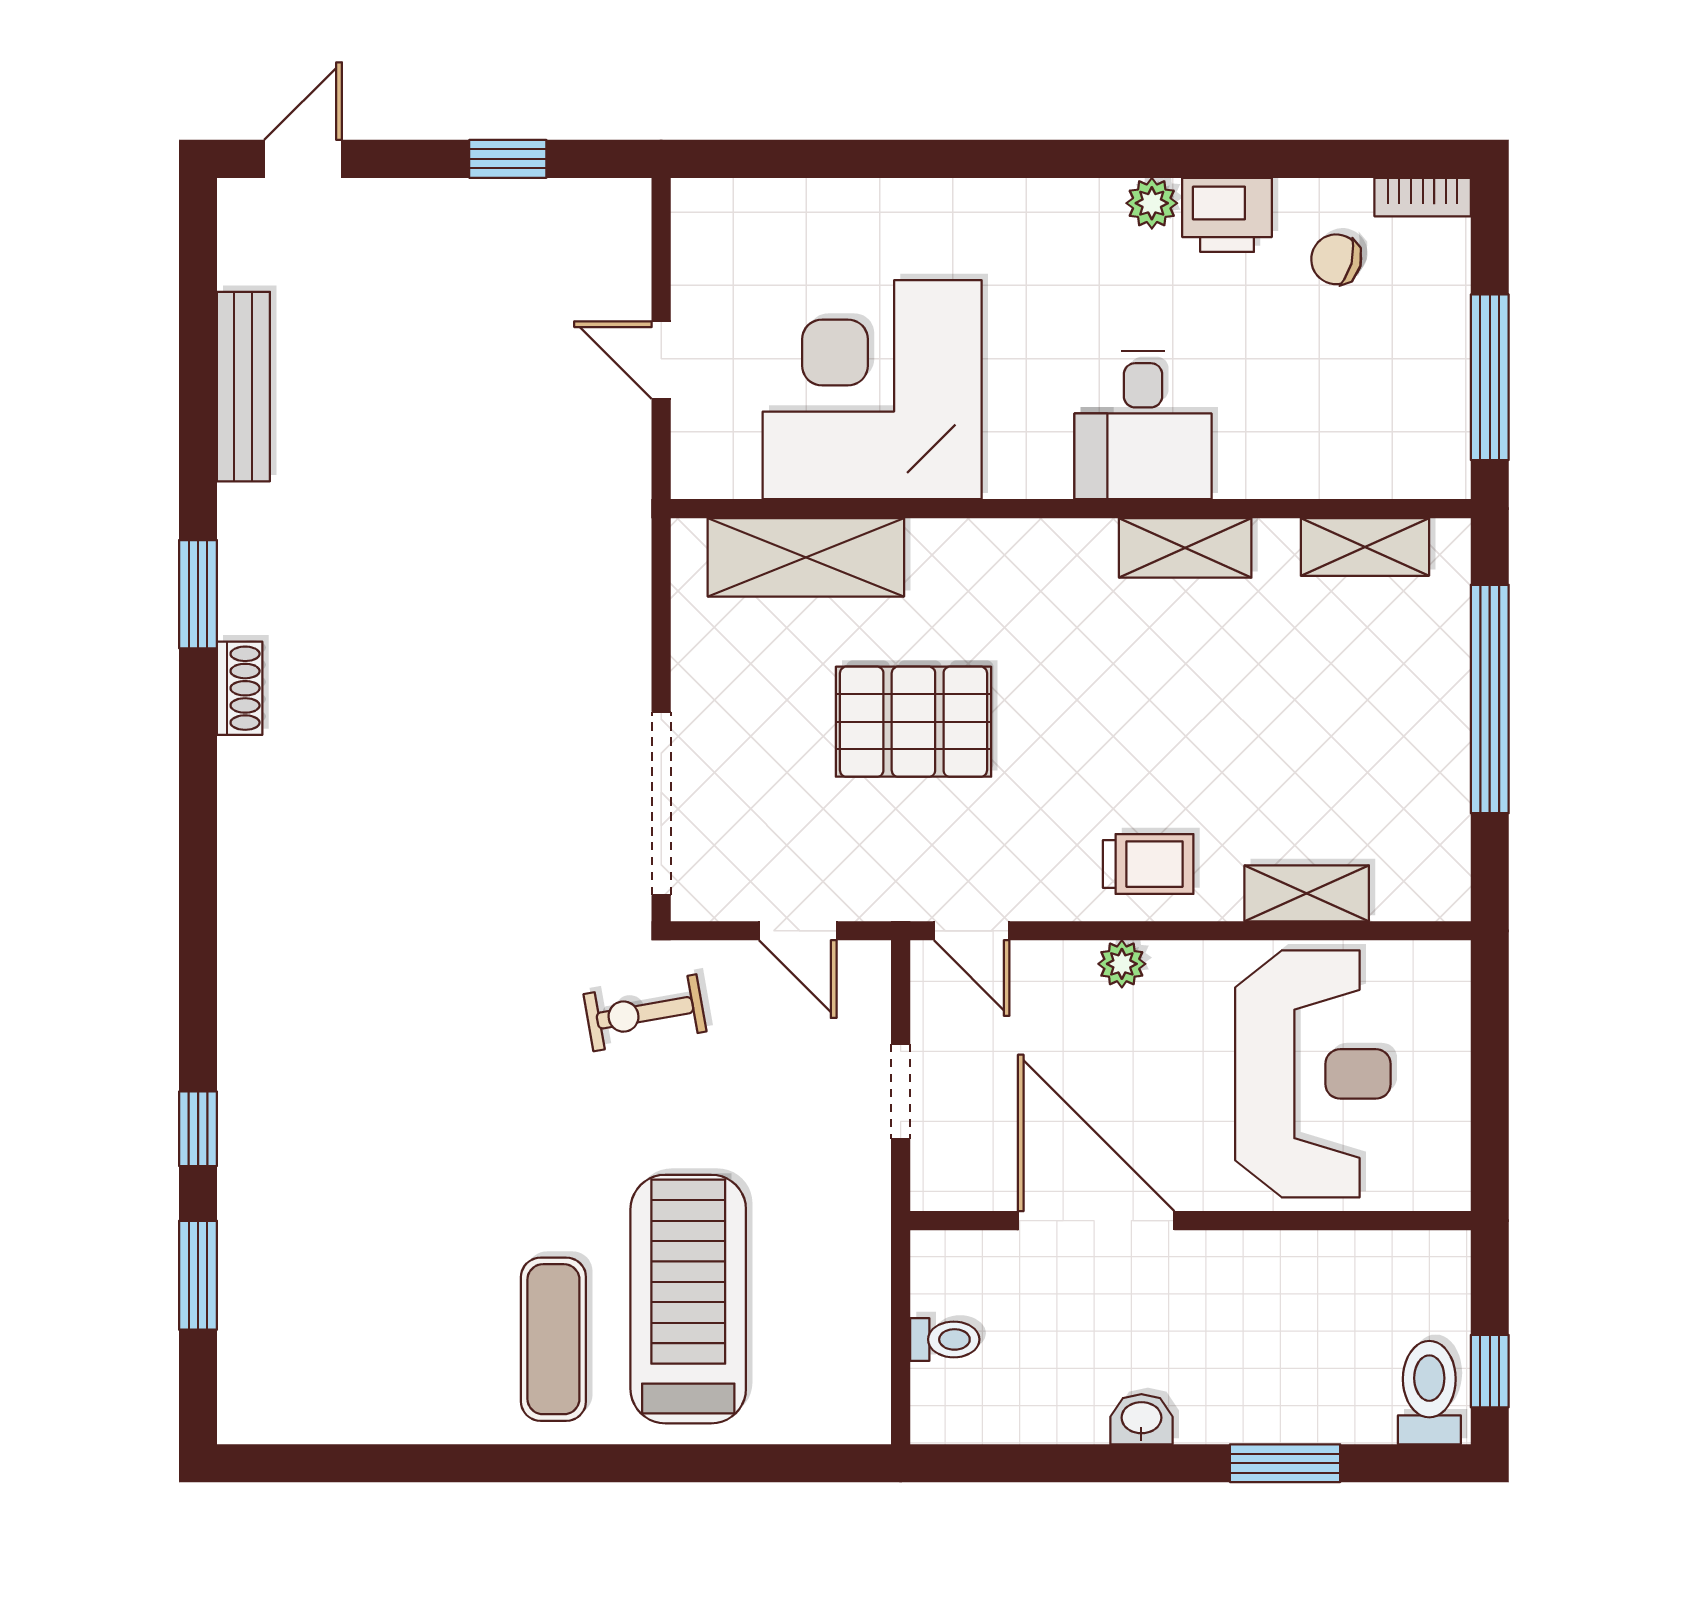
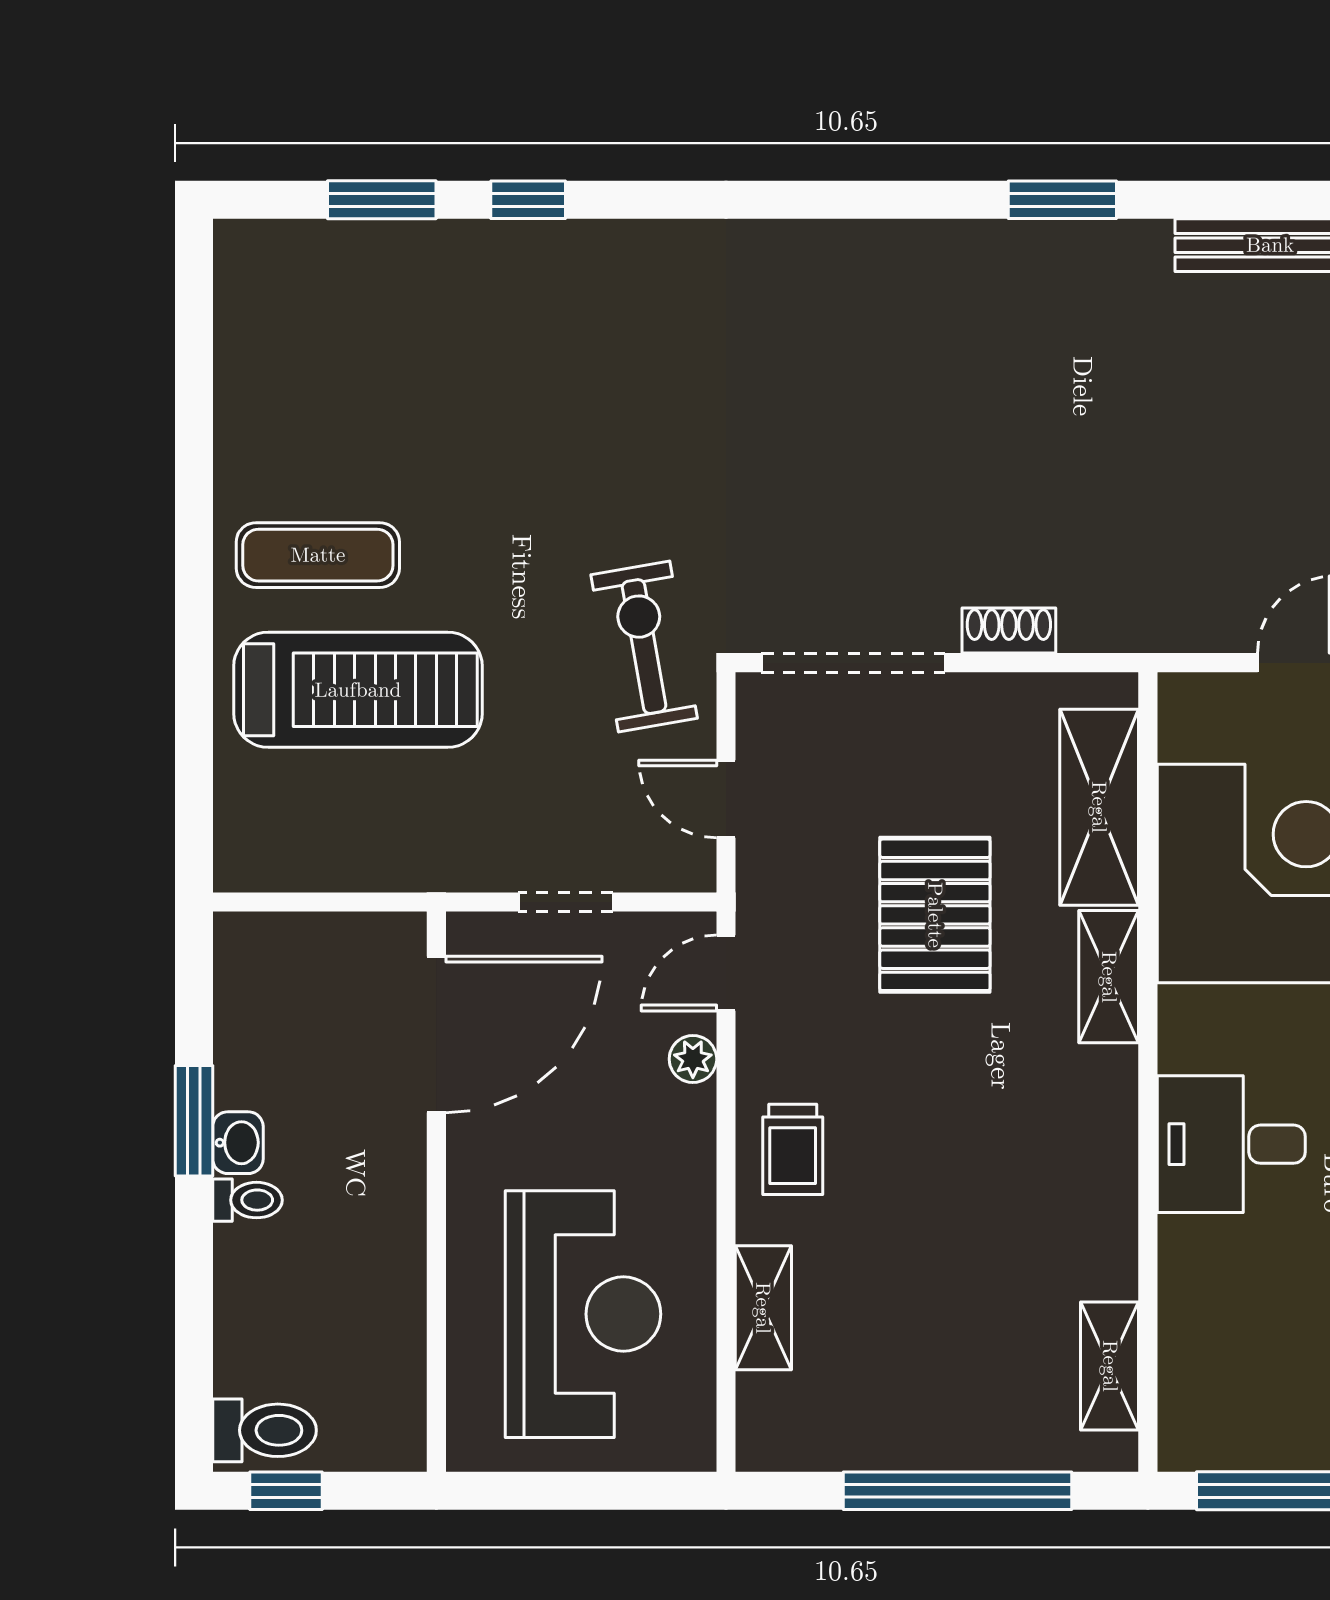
shelving: (1185, 548) -> (1109, 977), moved
shoe rack: (240, 688) -> (1009, 631), moved, turned 180
door: (798, 931) -> (726, 799), hinge flipped
plant: (1122, 964) -> (693, 1059), moved
exercise bike: (645, 1013) -> (644, 647), width x1.38, depth x1.39
reception desk: (1313, 1074) -> (583, 1314), turned -90
door: (1096, 1221) -> (436, 1034), moved
toilet: (945, 1339) -> (247, 1200), moved, turned -90
window: (1285, 1463) -> (194, 1121), moved

